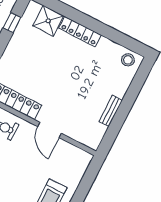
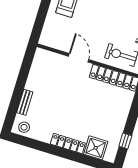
bench: (111, 111) -> (25, 102), moved

